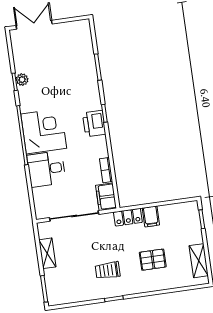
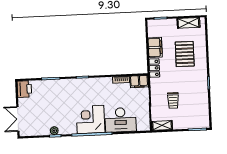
printer: (94, 124) -> (24, 89), moved, turned -90
desk: (46, 169) -> (120, 120), width x1.37
filing cabinet: (151, 216) -> (155, 47), width x2.00
shelving: (47, 253) -> (162, 125), moved
pallet: (153, 260) -> (185, 54), width x1.50, depth x1.42
trolley: (108, 270) -> (173, 100), moved

